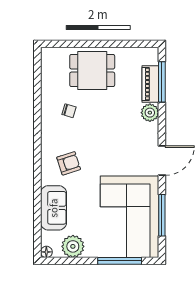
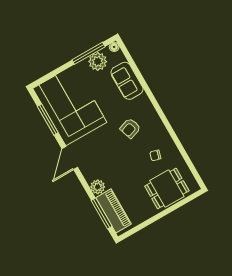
dining table: (92, 71) -> (167, 188), moved
piano: (150, 84) -> (113, 211), width x1.37, depth x1.33
armchair: (69, 163) -> (130, 128), moved
window: (120, 261) -> (89, 53), moved

